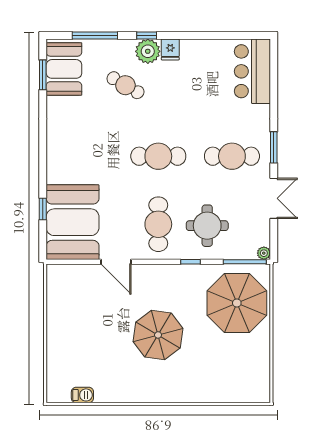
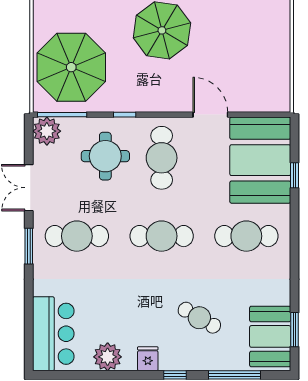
plant: (148, 51) -> (108, 357), moved
cafe table: (85, 156) -> (246, 236), added
plant: (264, 253) -> (47, 131), width x1.88, depth x1.88

